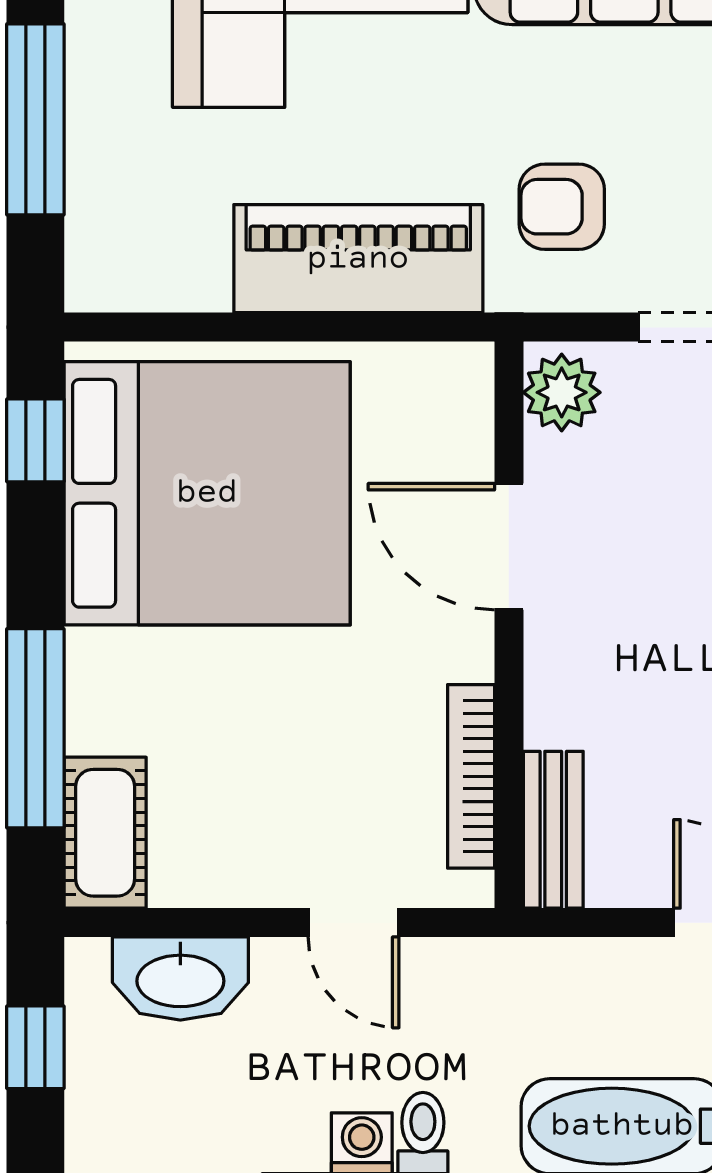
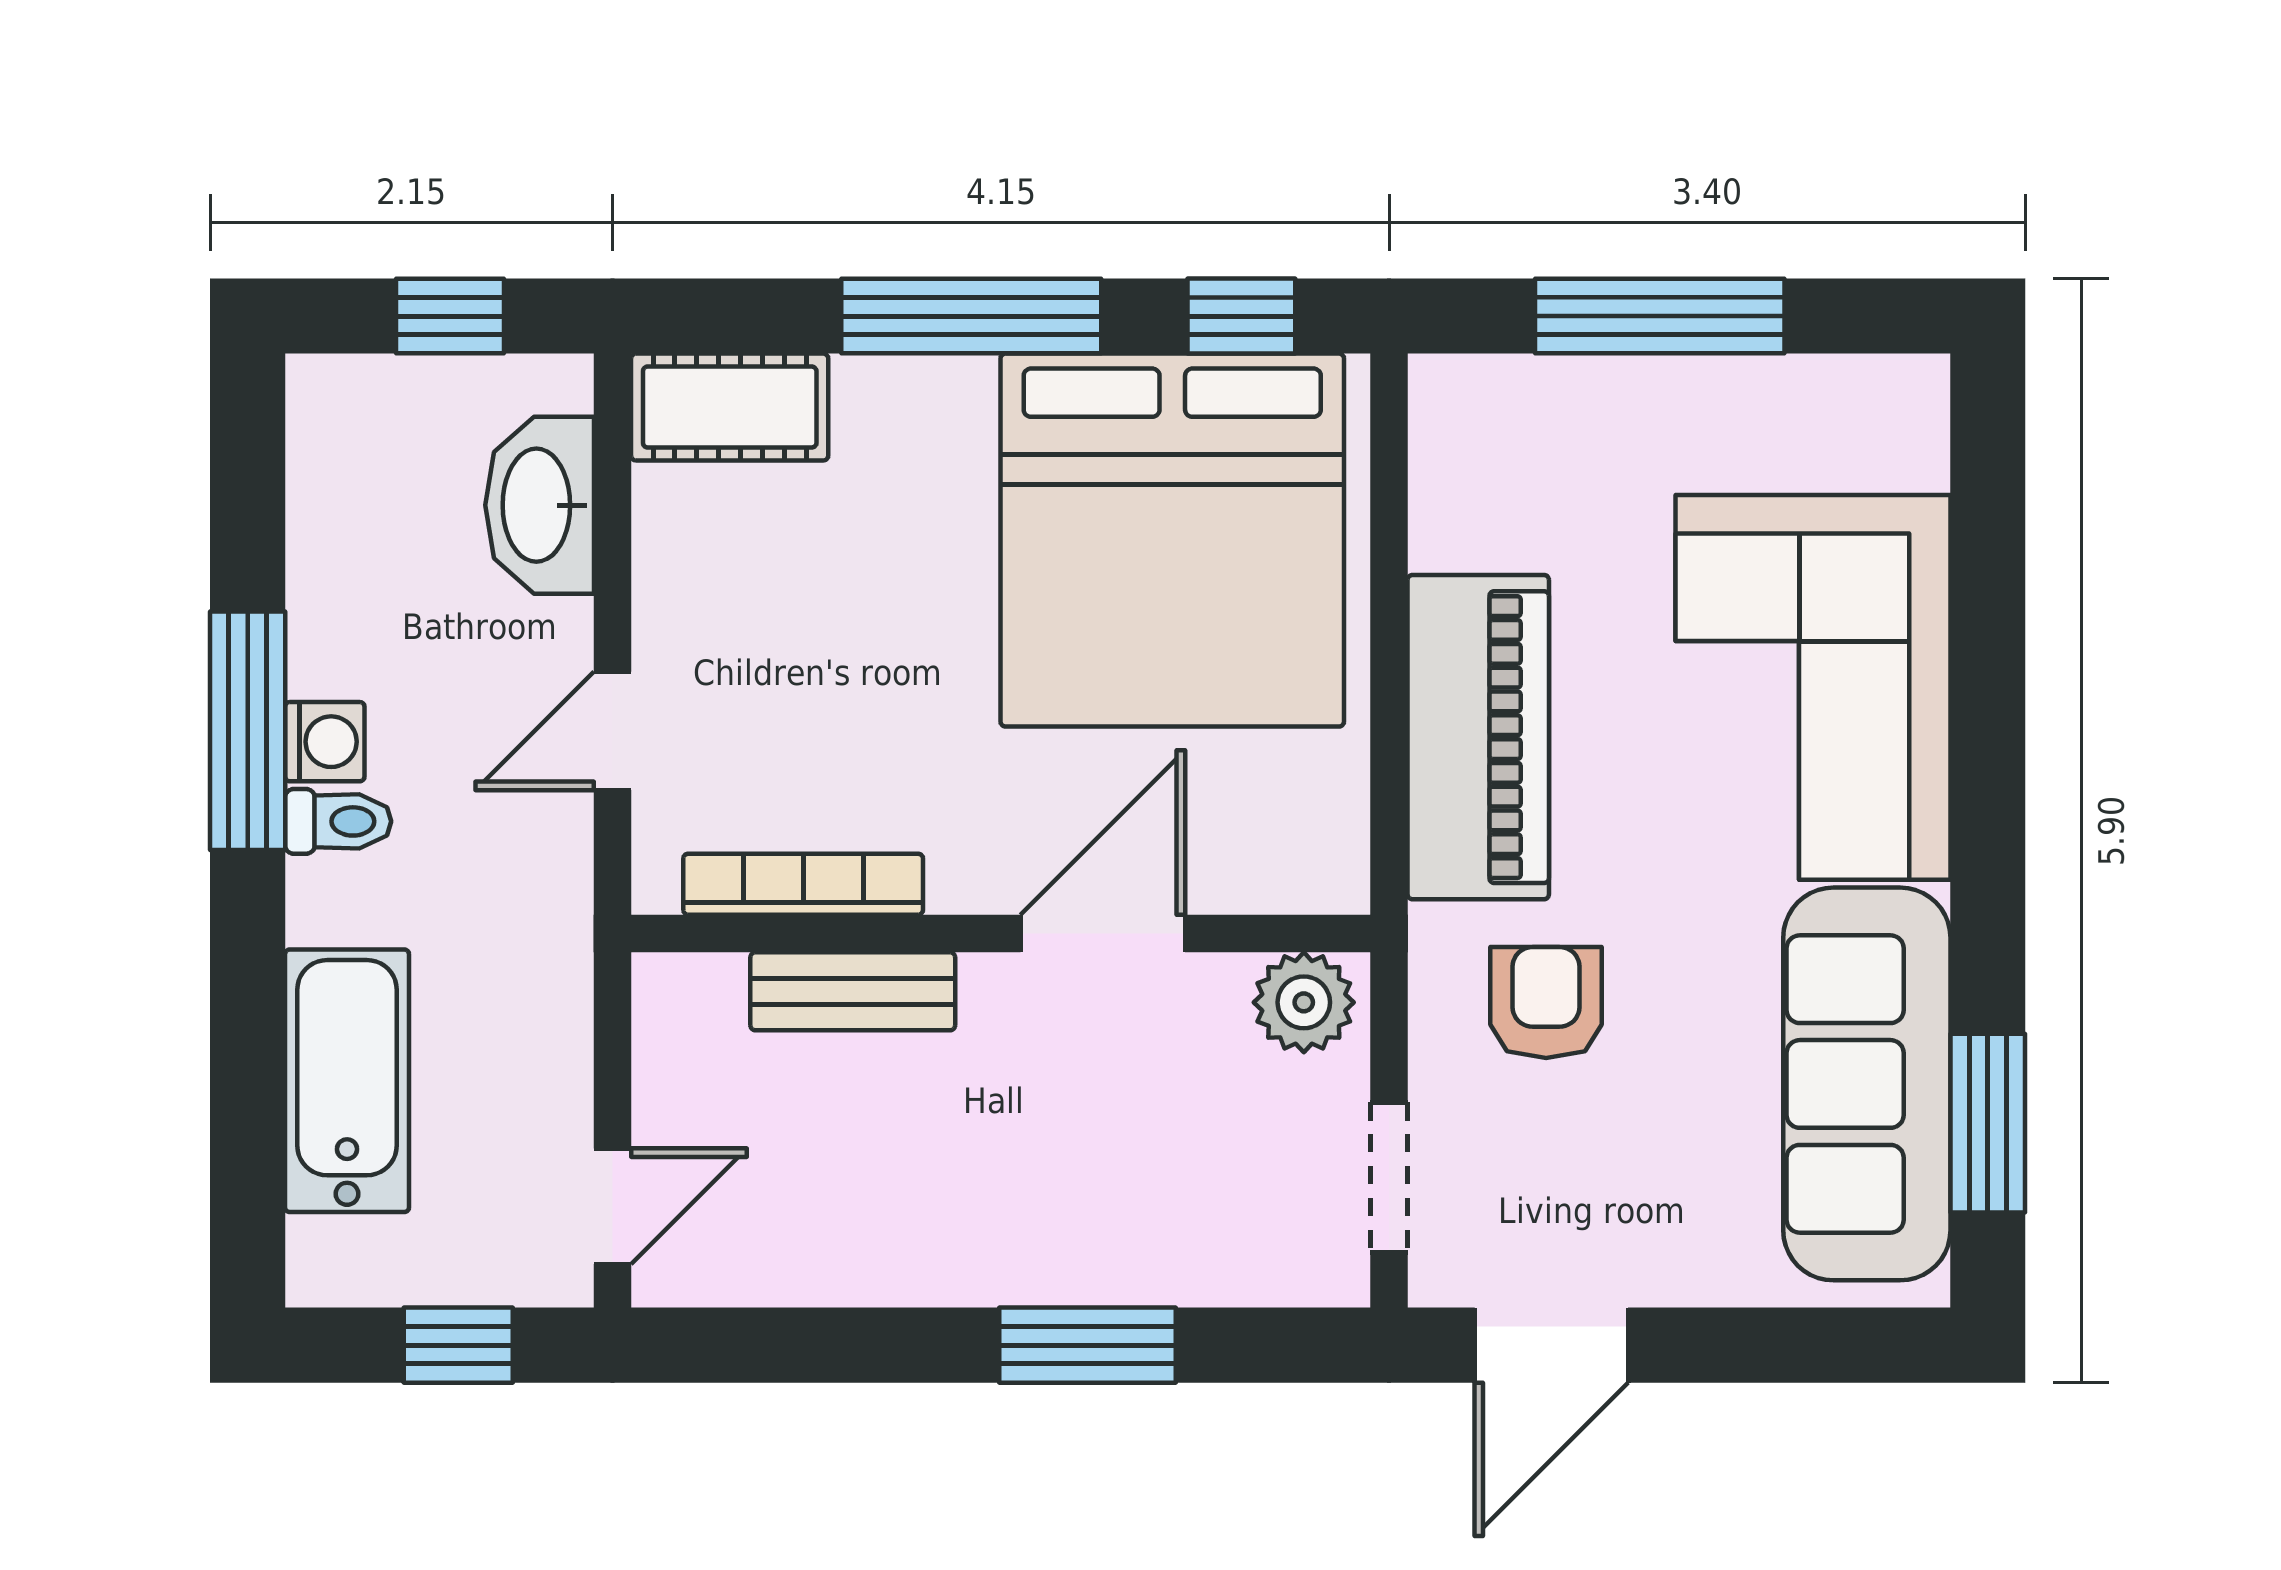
window: (35, 728) -> (971, 316), moved
bench: (553, 830) -> (853, 991), moved

